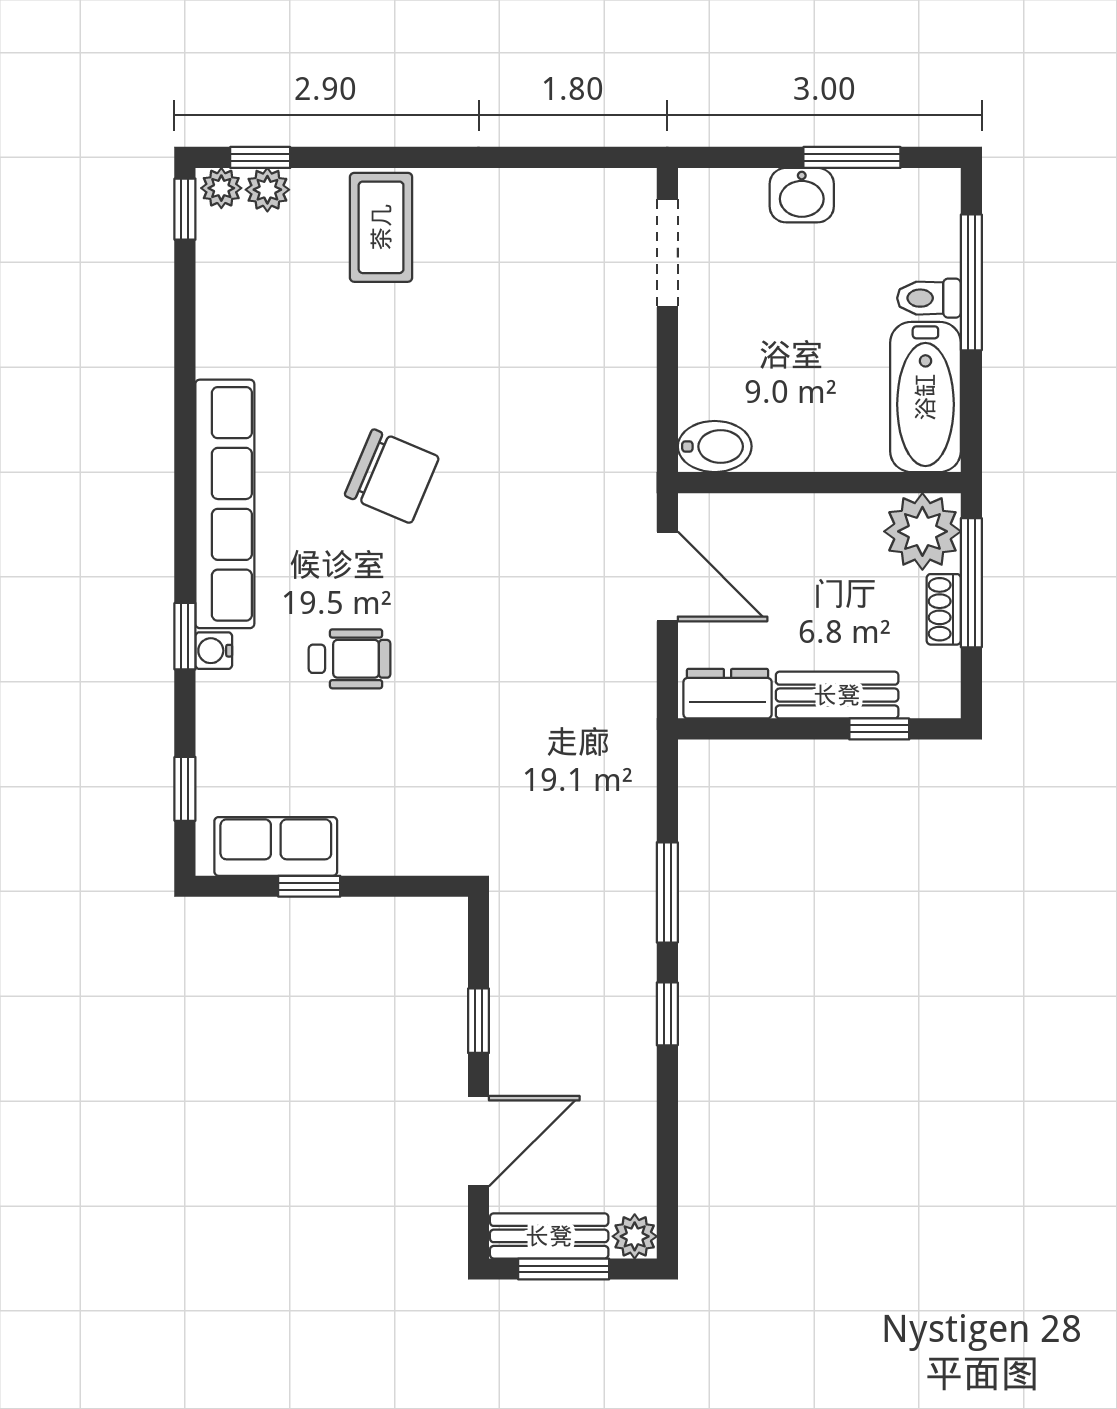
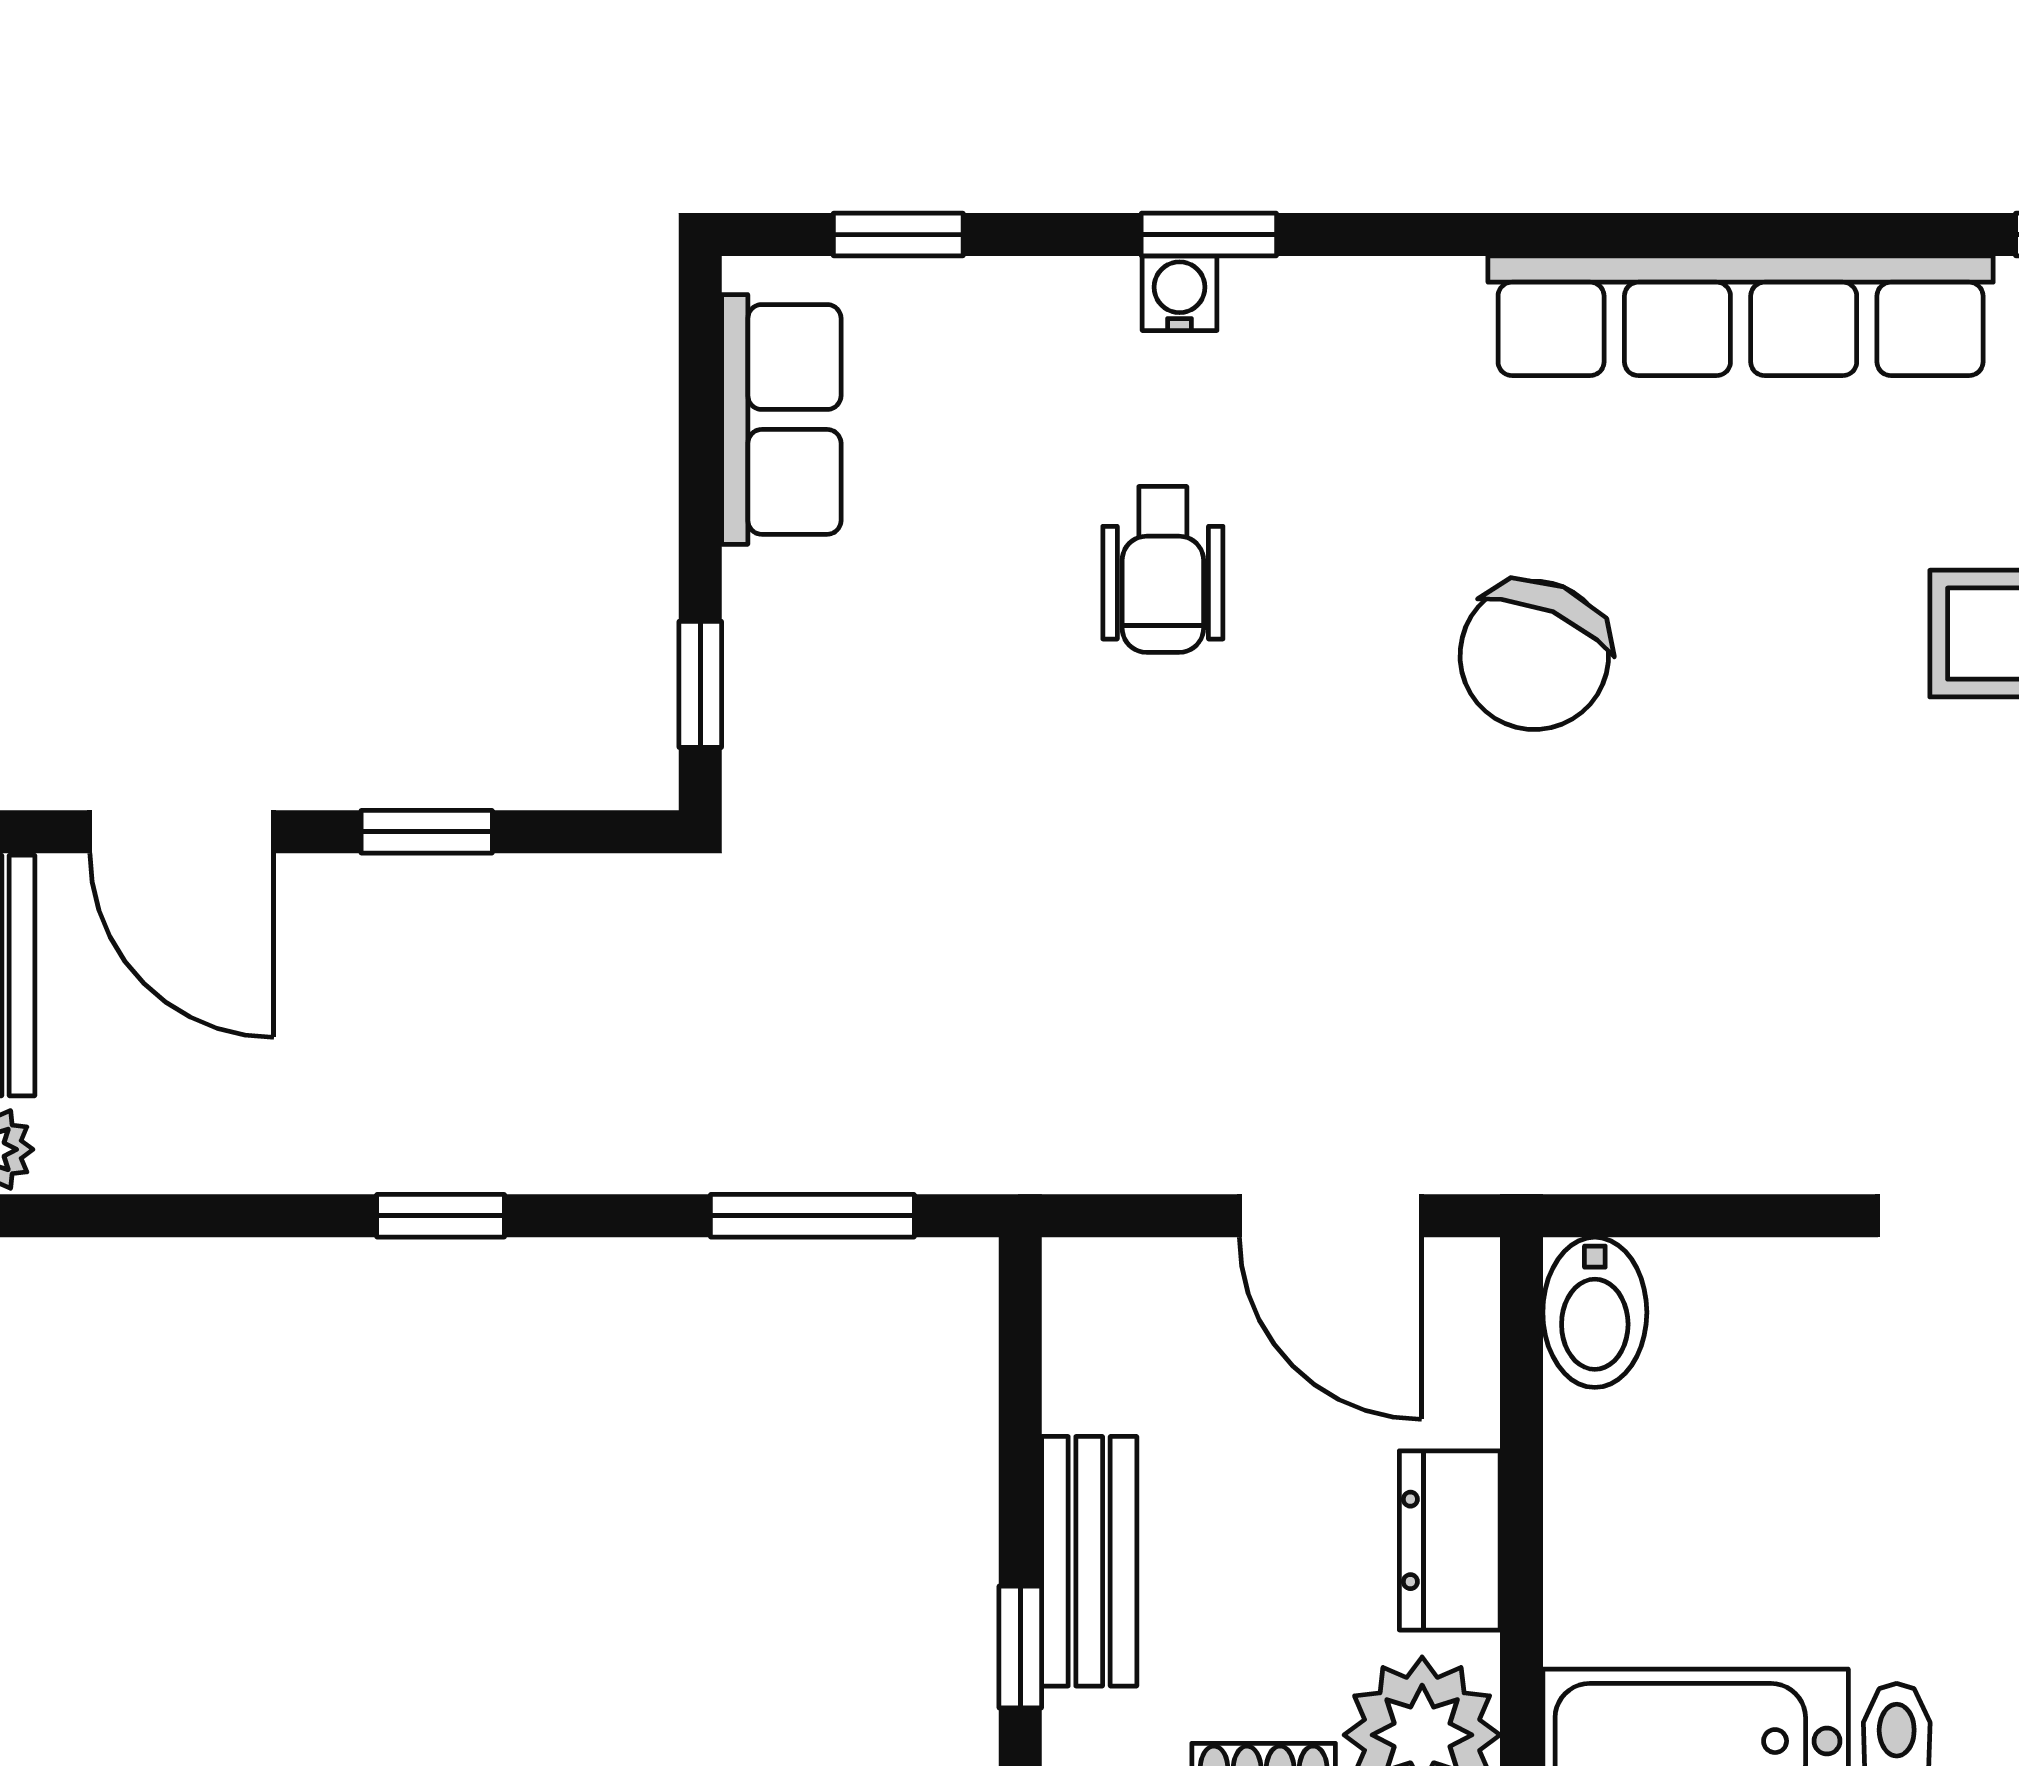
row of seats: (225, 504) -> (1741, 316), moved
door: (667, 576) -> (1330, 1216), hinge flipped
dresser: (728, 694) -> (1450, 1540), moved, turned 180
window: (309, 886) -> (700, 684), moved
window: (667, 892) -> (812, 1216), moved

